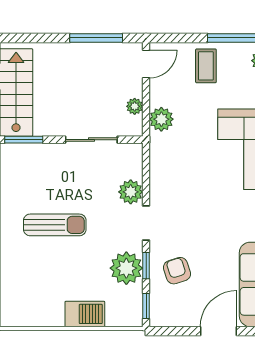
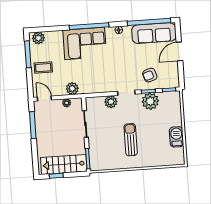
barbecue: (85, 314) -> (176, 137), moved
door: (218, 331) -> (179, 51), hinge flipped

